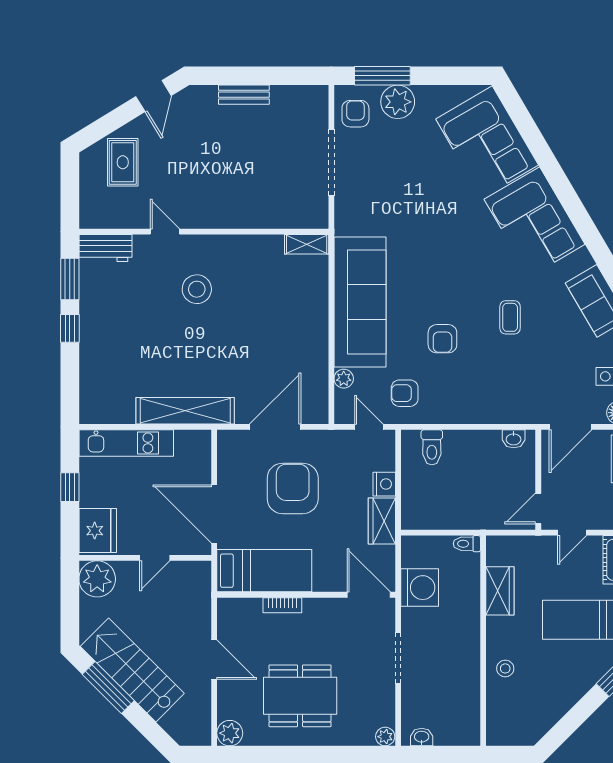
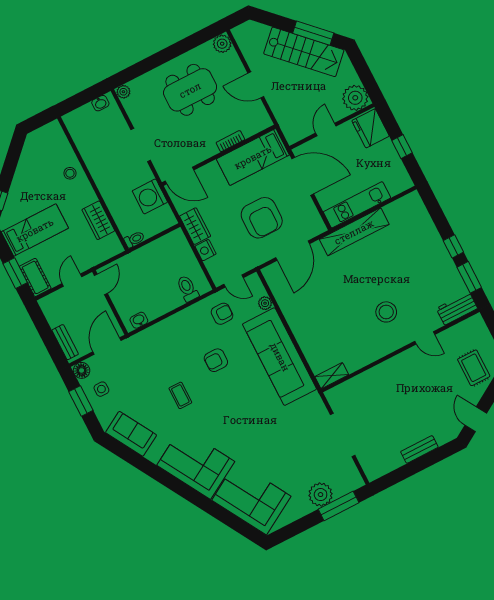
armchair: (355, 114) -> (343, 473), removed
armchair: (442, 339) -> (216, 360), turned -90
kitchen unit: (126, 443) -> (357, 205), moved

